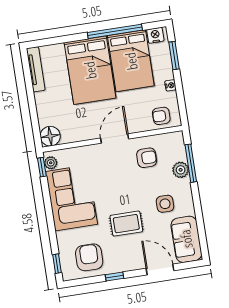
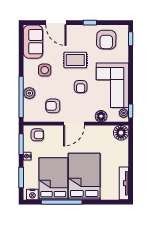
window: (181, 100) -> (21, 144), added
floor lamp: (80, 154) -> (101, 116), added
window: (191, 163) -> (21, 97), width x1.46
armchair: (114, 189) -> (81, 87), added

